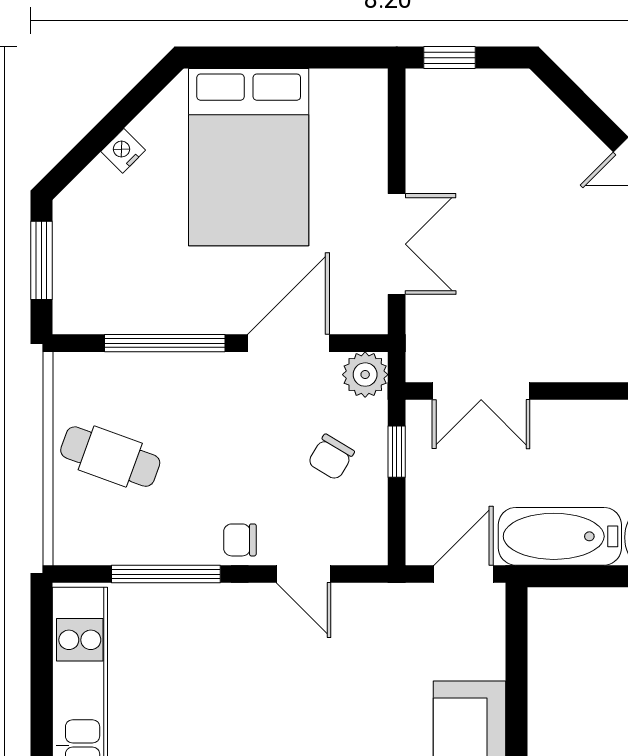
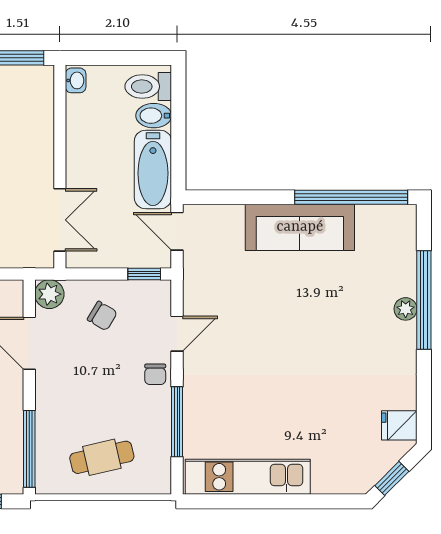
window: (165, 343) -> (29, 449), moved
window: (397, 452) -> (144, 274), moved
cafe table: (110, 457) -> (102, 457), turned 57

